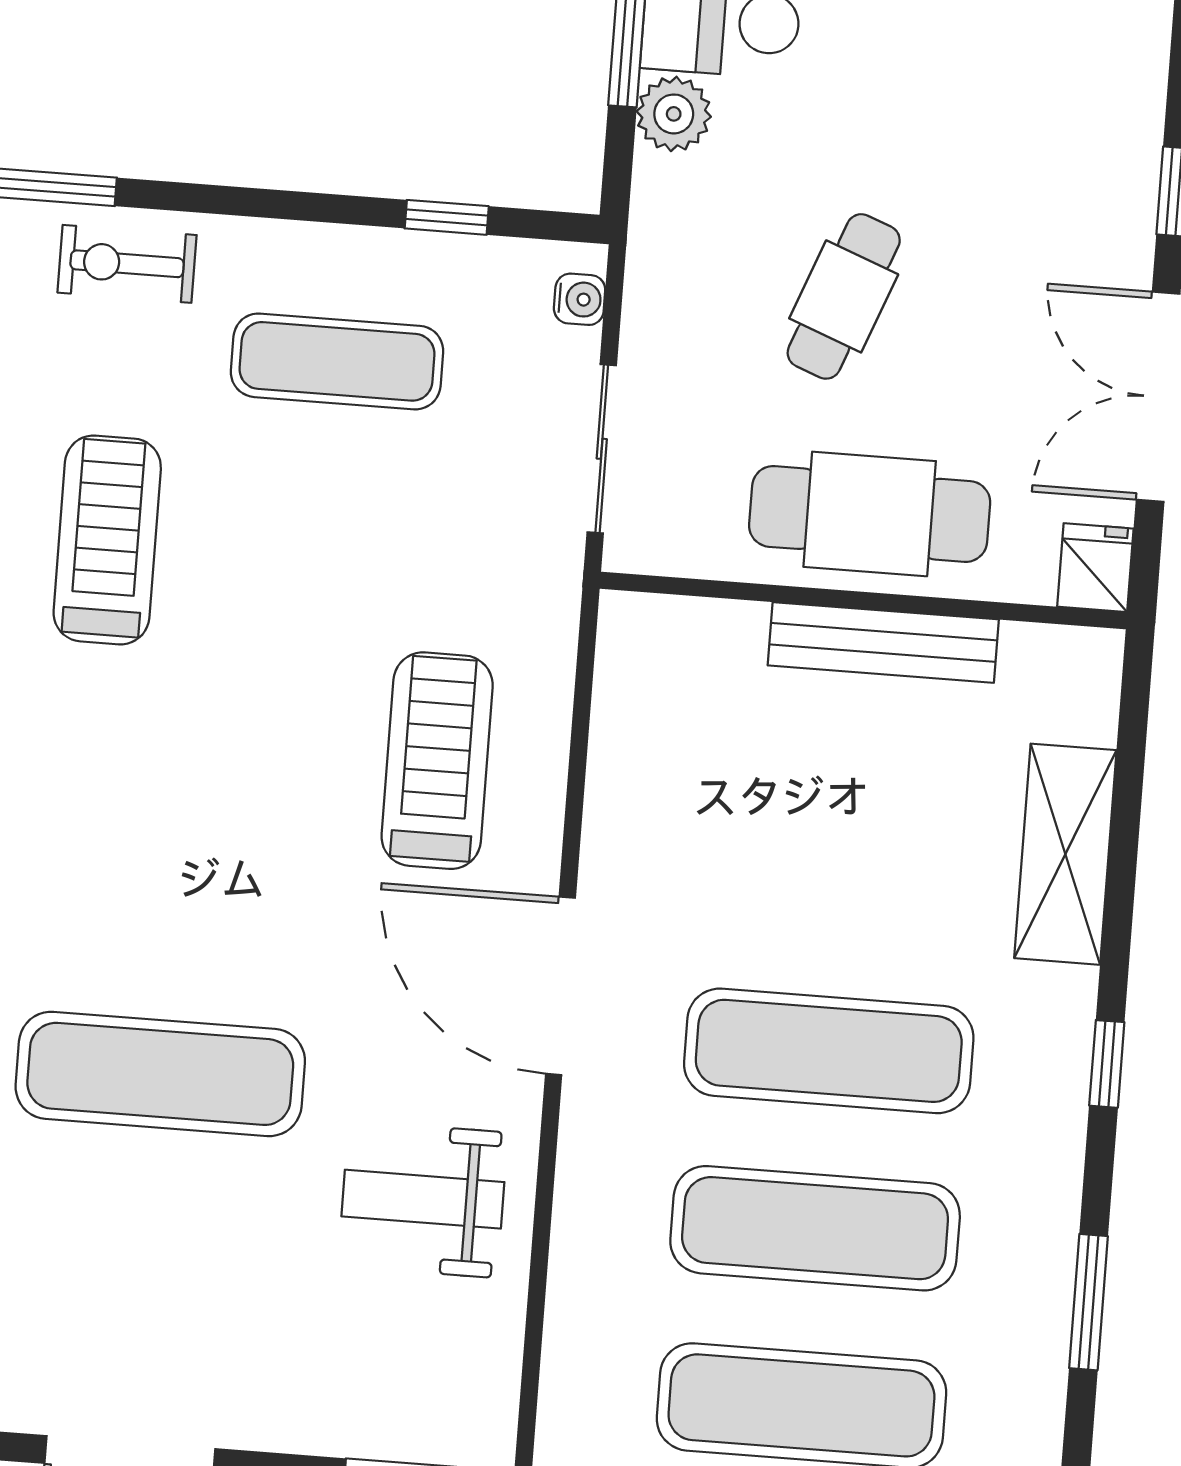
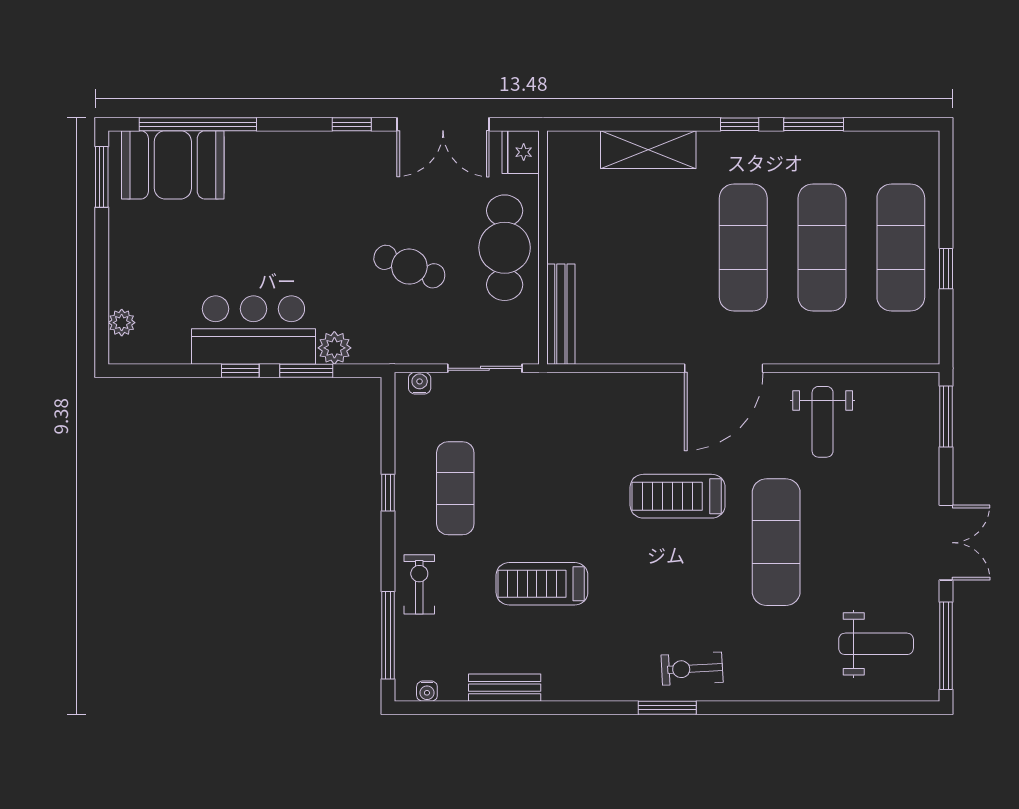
window: (447, 217) -> (388, 493), moved
exercise bike: (127, 264) -> (419, 584), turned 180
fridge: (1095, 568) -> (521, 152), width x1.38
bench: (883, 642) -> (561, 314), moved
treadmill: (437, 761) -> (678, 496), moved
window: (1088, 1302) -> (814, 124), moved

